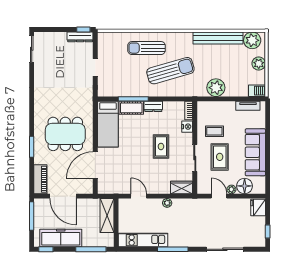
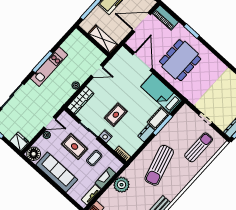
sun lounger: (147, 48) -> (199, 147), moved
fireplace: (223, 106) -> (105, 178), added
nightstand: (187, 127) -> (106, 136), moved
rug: (161, 146) -> (116, 115), turned 90
floor lamp: (245, 186) -> (34, 154), moved
wardrobe: (182, 187) -> (80, 100), width x1.50
kitchen unit: (143, 240) -> (49, 67), moved

